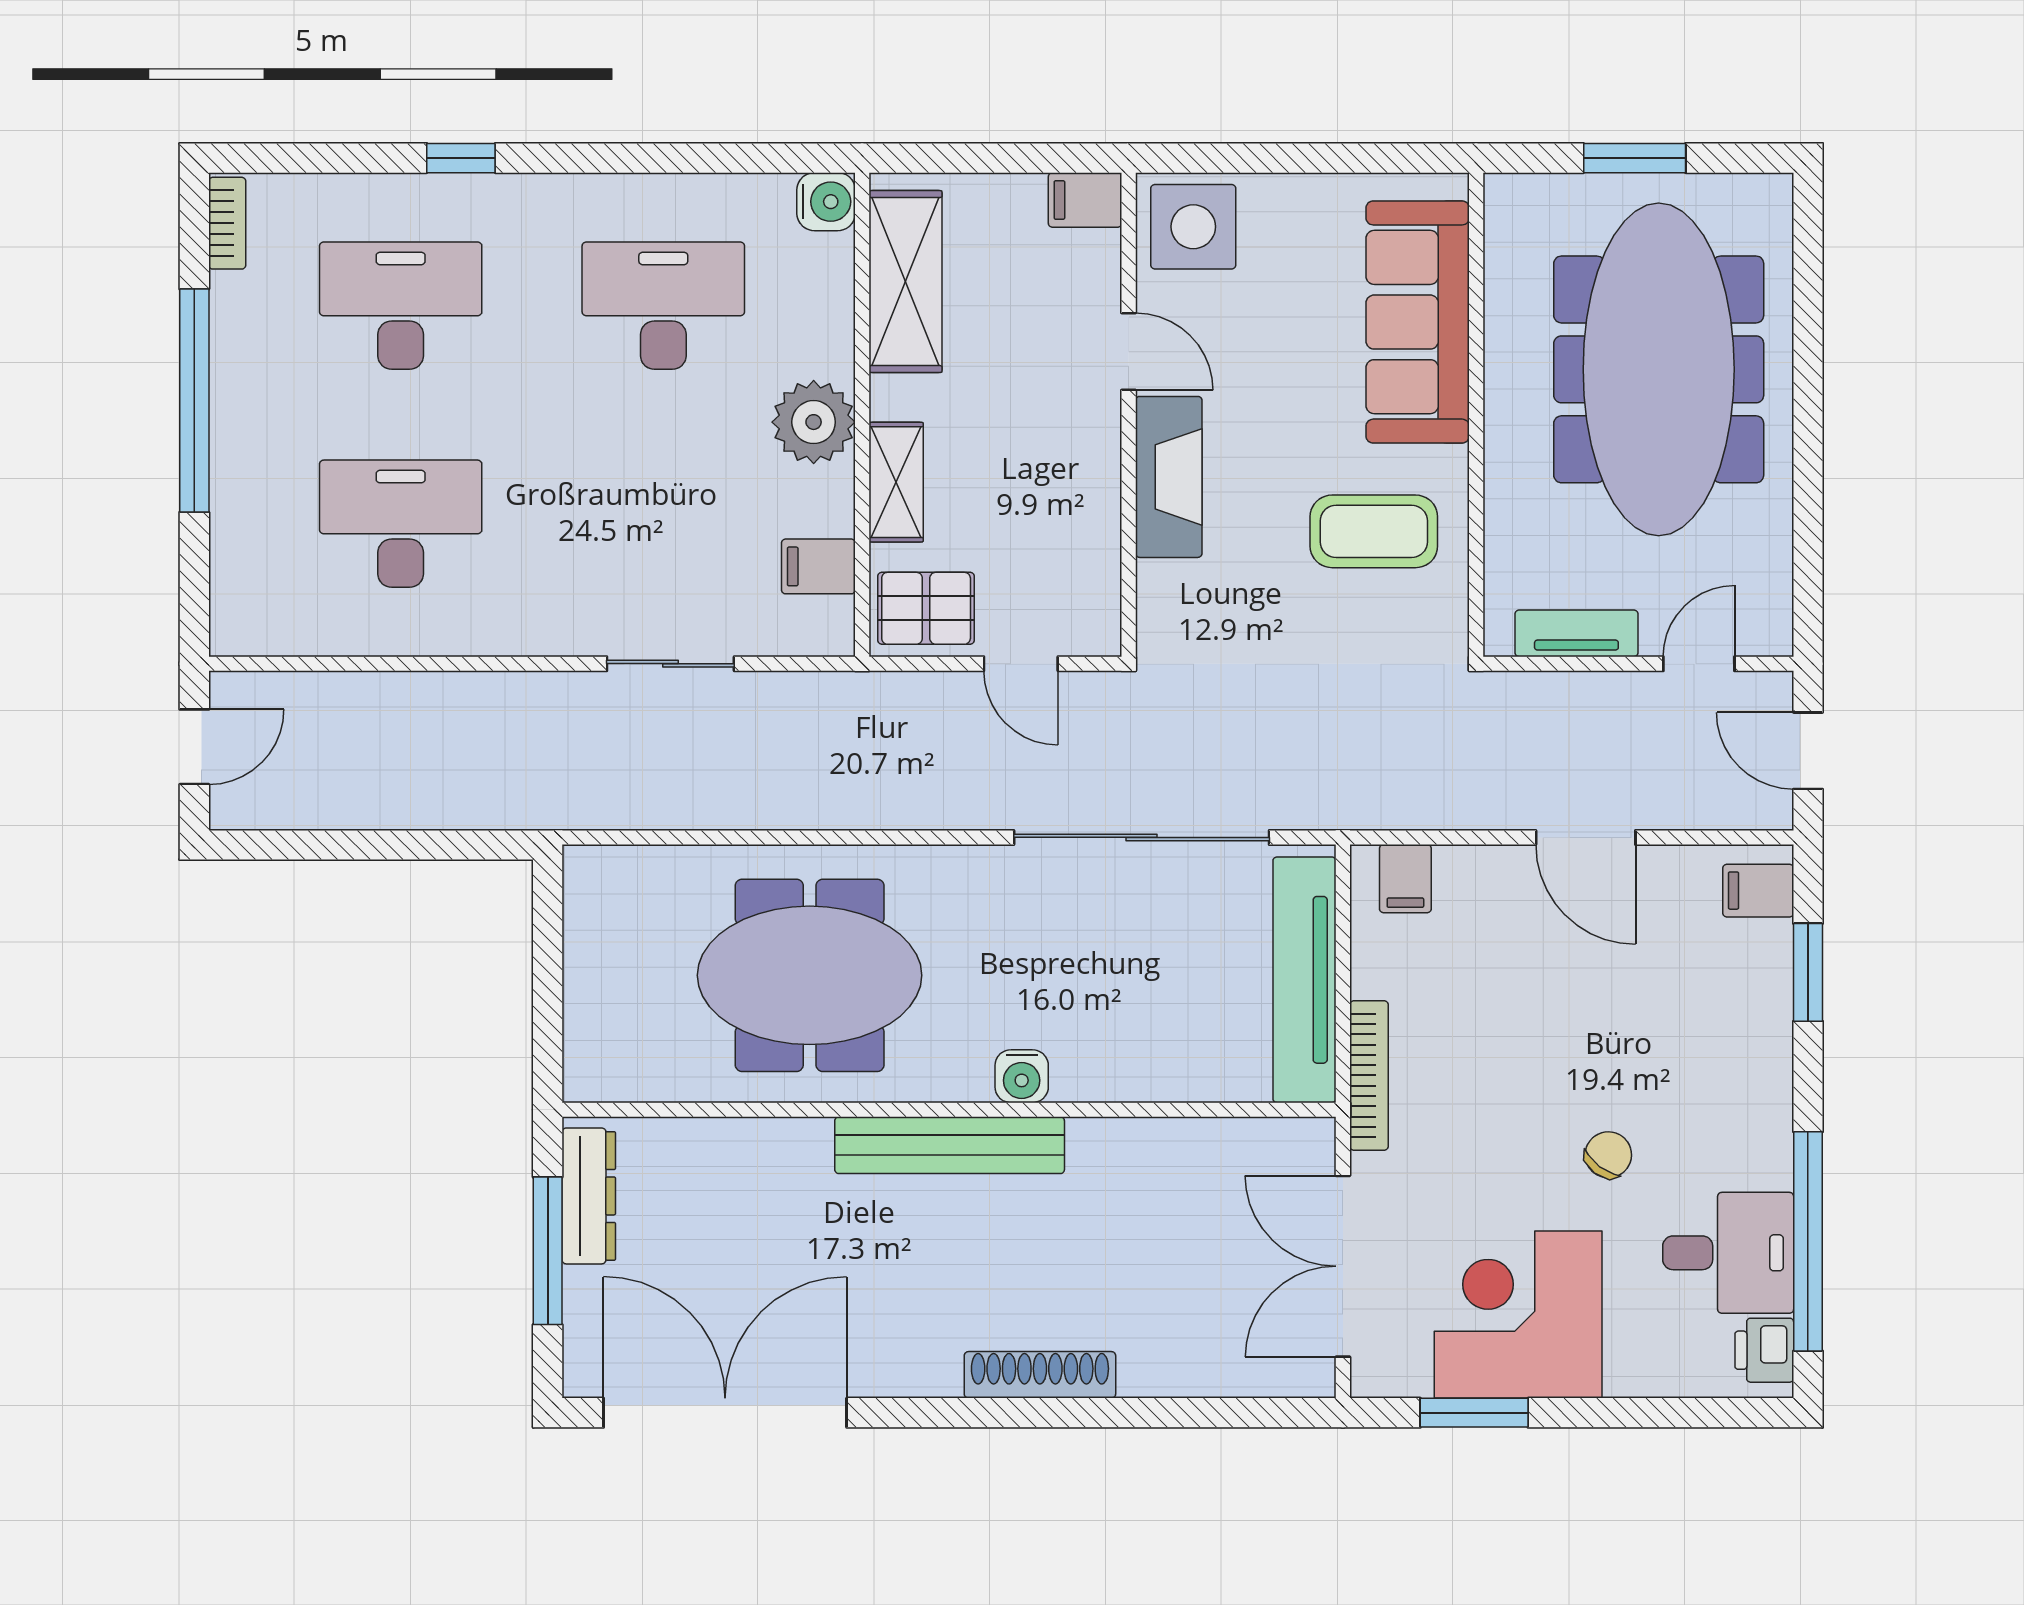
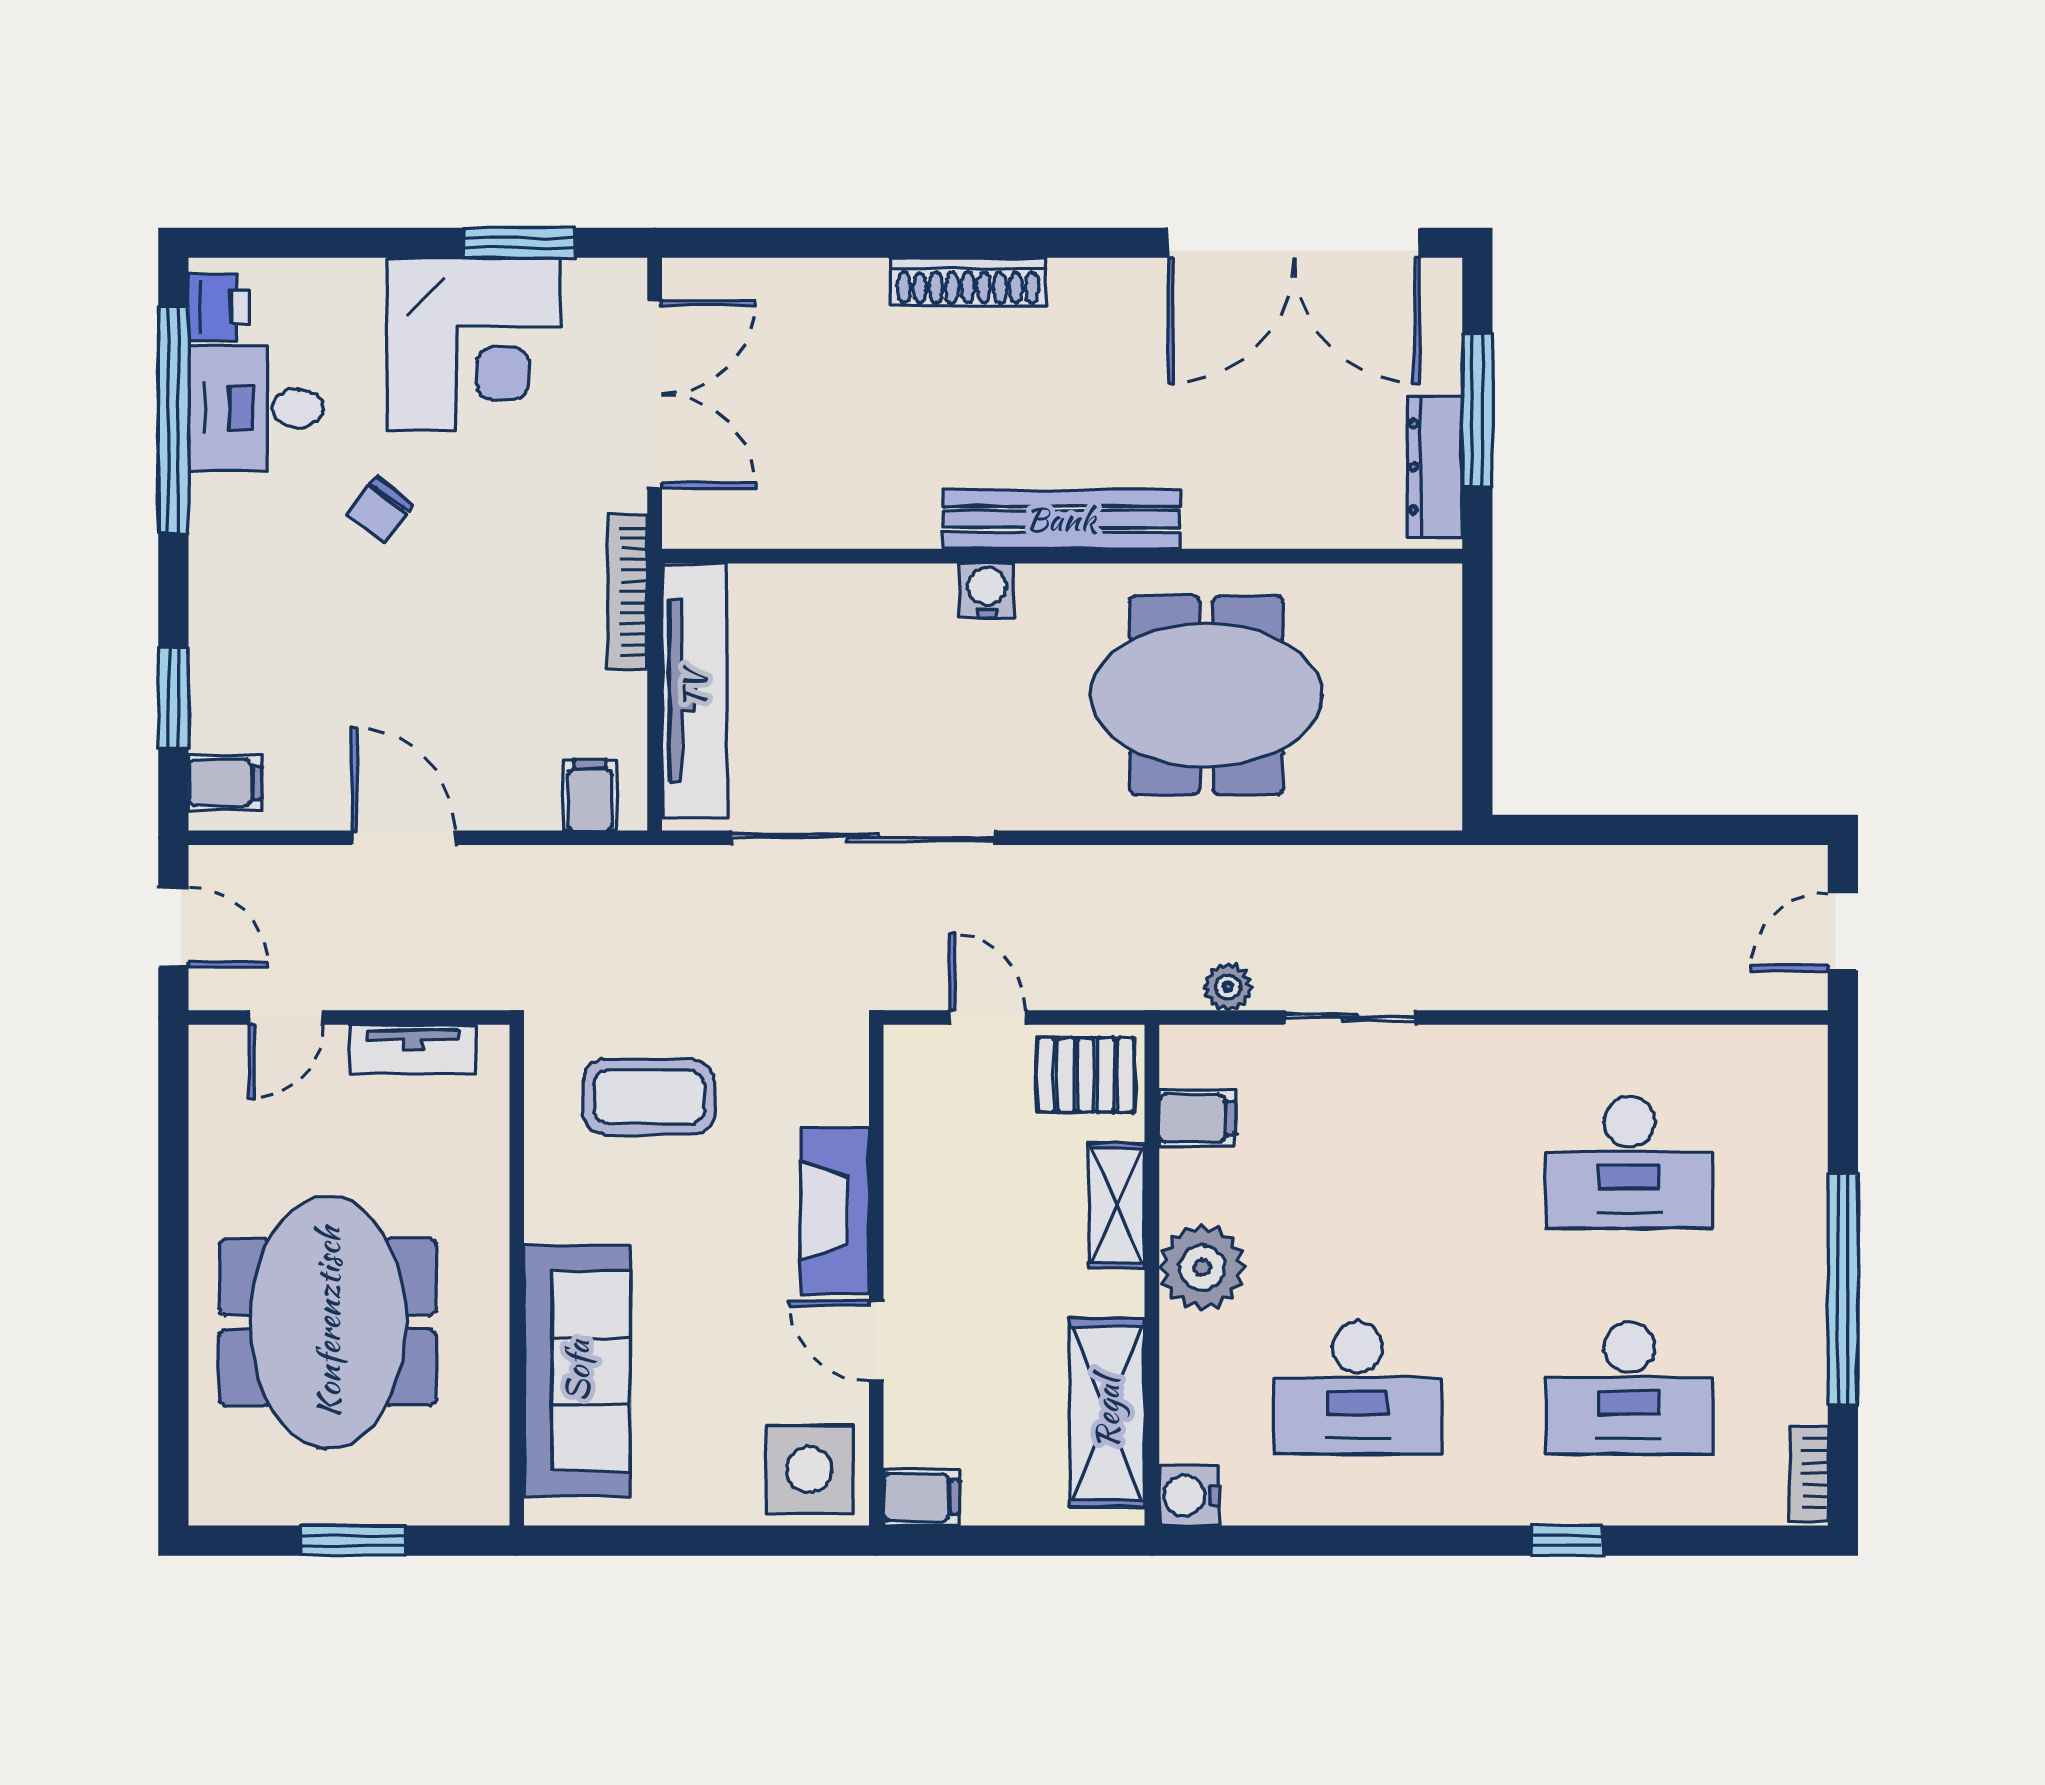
meeting table: (1659, 369) -> (328, 1322), width x0.73
coffee table: (1374, 531) -> (649, 1097), moved
plant: (789, 693) -> (1228, 987), added

